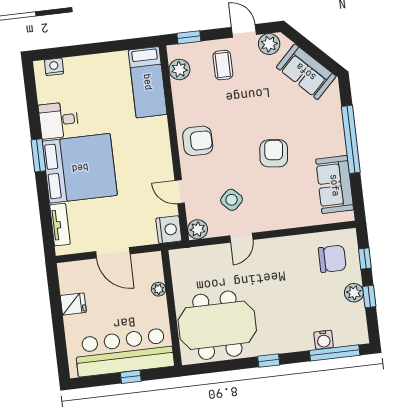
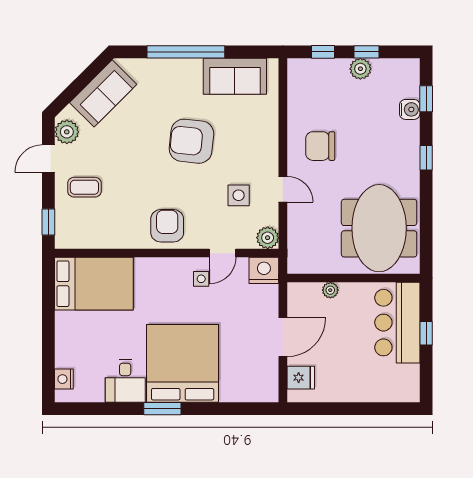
plant: (179, 69) -> (84, 237), removed
bed: (148, 82) -> (94, 284), width x1.50
armchair: (274, 153) -> (191, 141), width x1.36, depth x1.36
side table: (155, 176) -> (201, 279), added
side table: (232, 200) -> (239, 195), turned 45
tv unit: (60, 225) -> (244, 393), removed
chair: (332, 259) -> (320, 146), moved, turned -90
fridge: (73, 304) -> (301, 378), moved, turned 90
bar counter: (124, 352) -> (397, 323), width x0.73
window: (335, 353) -> (426, 99), width x0.46
window: (269, 361) -> (426, 158), moved

